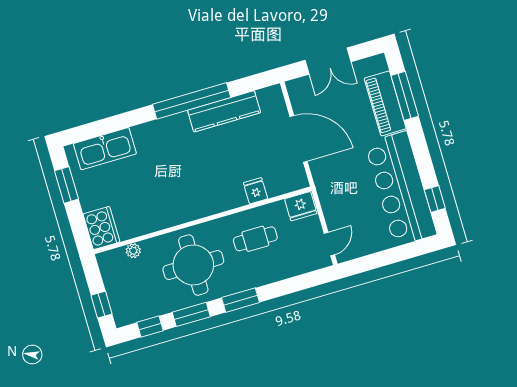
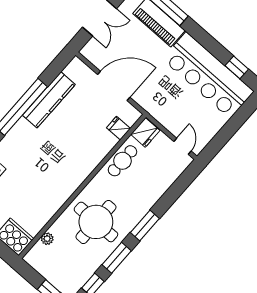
fridge: (255, 191) -> (118, 128), moved
cafe table: (255, 239) -> (122, 161), moved

